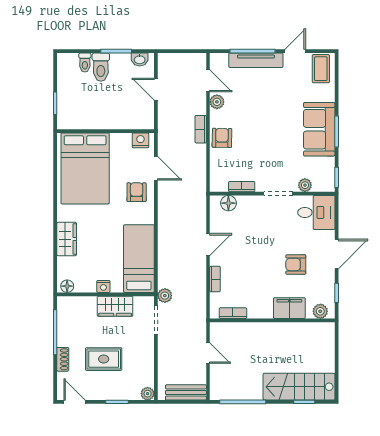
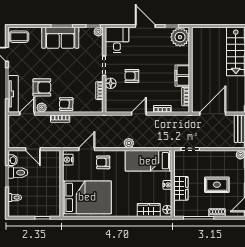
tv unit: (256, 60) -> (13, 94), moved
toilet: (101, 67) -> (18, 173), moved
door: (156, 89) -> (33, 149), hinge flipped
armchair: (246, 102) -> (42, 87), added
plant: (305, 185) -> (98, 32), moved
floor lamp: (228, 203) -> (111, 83), moved
wardrobe: (67, 239) -> (149, 210), moved
door: (208, 244) -> (139, 114), hinge flipped
armchair: (296, 264) -> (132, 76), moved, turned 90
plant: (165, 296) -> (129, 143), moved
wardrobe: (115, 306) -> (181, 188), moved
filing cabinet: (289, 308) -> (182, 76), moved
plant: (320, 311) -> (180, 37), width x1.88, depth x1.88
door: (208, 353) -> (213, 114), width x1.88
rug: (104, 359) -> (217, 185), turned 90

